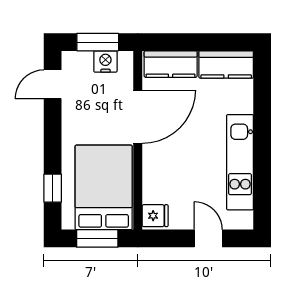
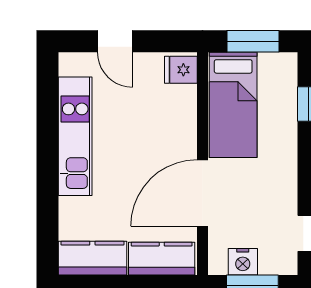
bed: (104, 187) -> (233, 105), width x0.67

